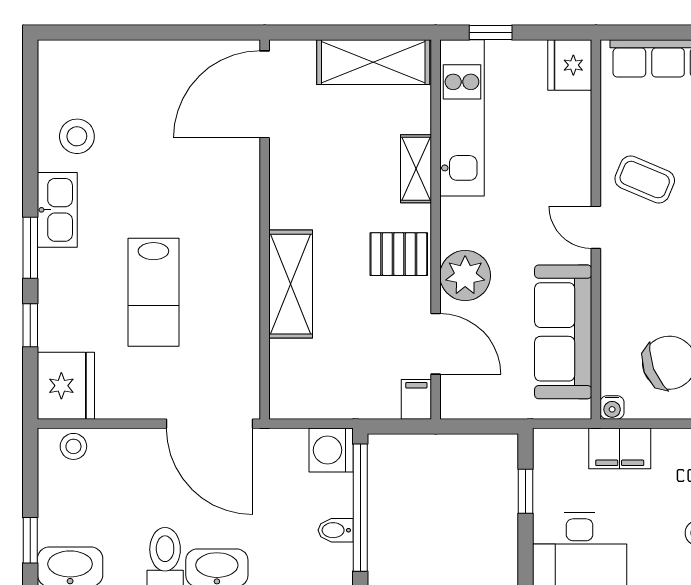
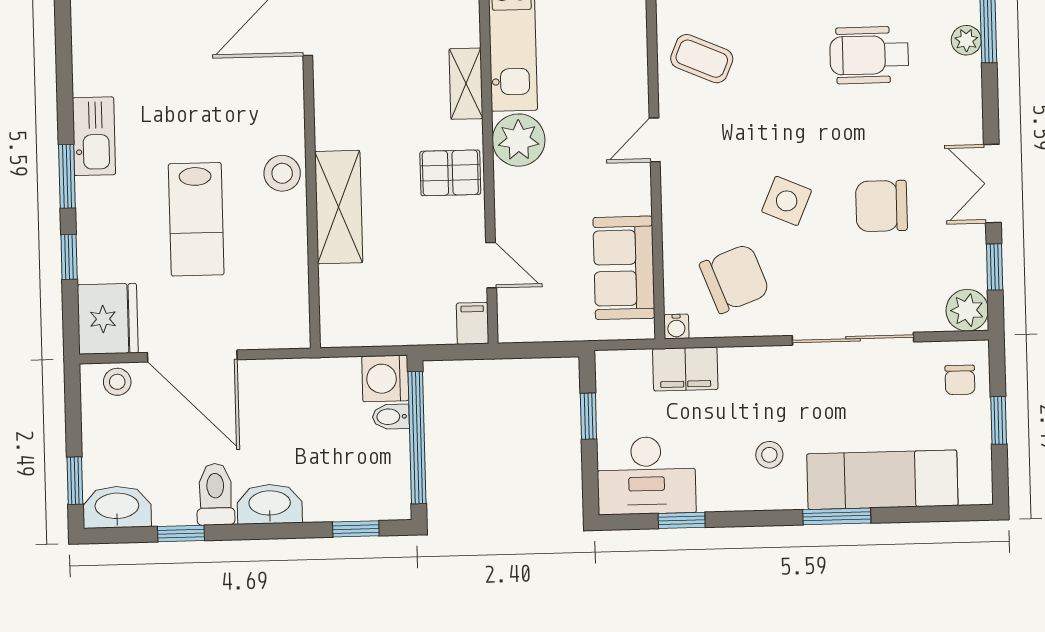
stool: (77, 136) -> (282, 173), moved
coffee table: (645, 180) -> (702, 59), moved
door: (596, 227) -> (655, 140), hinge flipped
plant: (465, 276) -> (519, 140), moved
sofa: (563, 332) -> (624, 268), width x0.73
door: (436, 344) -> (491, 265), width x0.73
door: (210, 424) -> (192, 356), moved
bidet: (336, 530) -> (391, 417), moved

